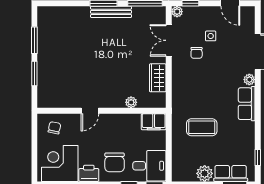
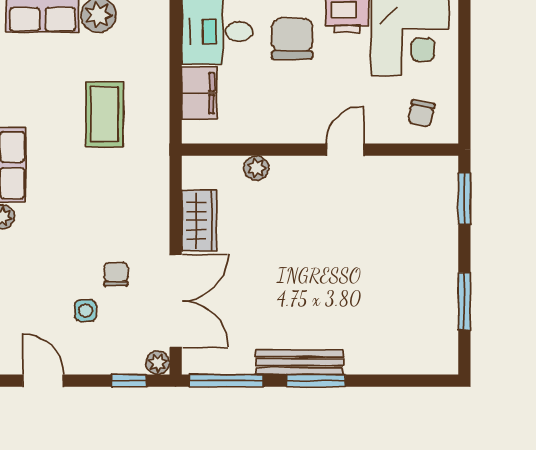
double door: (169, 40) -> (176, 301), width x1.37
window: (34, 73) -> (464, 199), moved
filing cabinet: (154, 122) -> (199, 93), moved, turned 90
coffee table: (202, 127) -> (105, 114), turned 90

